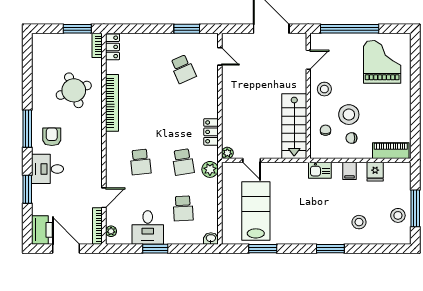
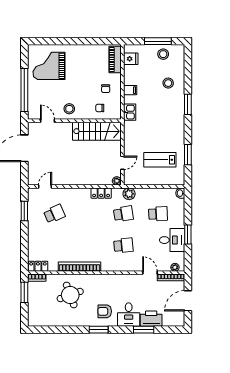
stool: (349, 115) -> (88, 91), removed
window: (27, 129) -> (99, 330), width x0.69
fridge: (375, 172) -> (131, 59), moved
lab bench: (256, 211) -> (160, 160), width x0.73, depth x0.72
printer: (42, 230) -> (151, 319), moved

